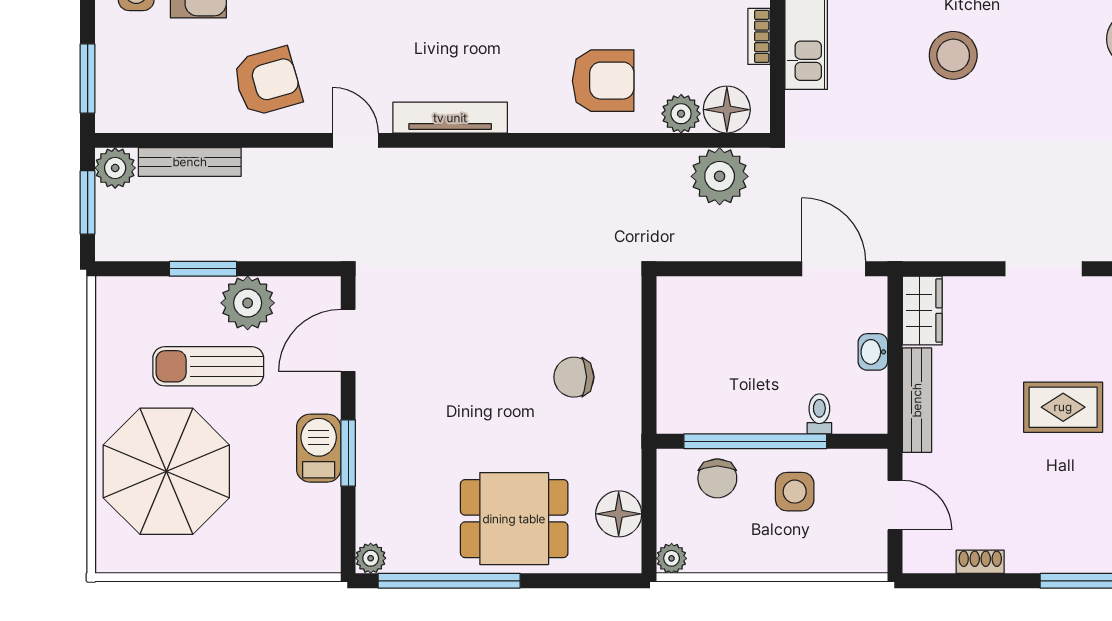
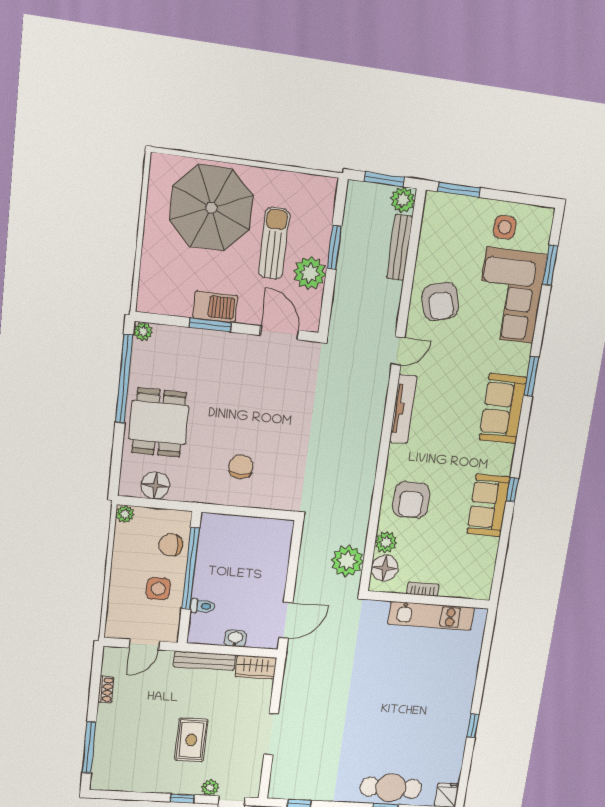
stool: (953, 55) -> (396, 693), removed

